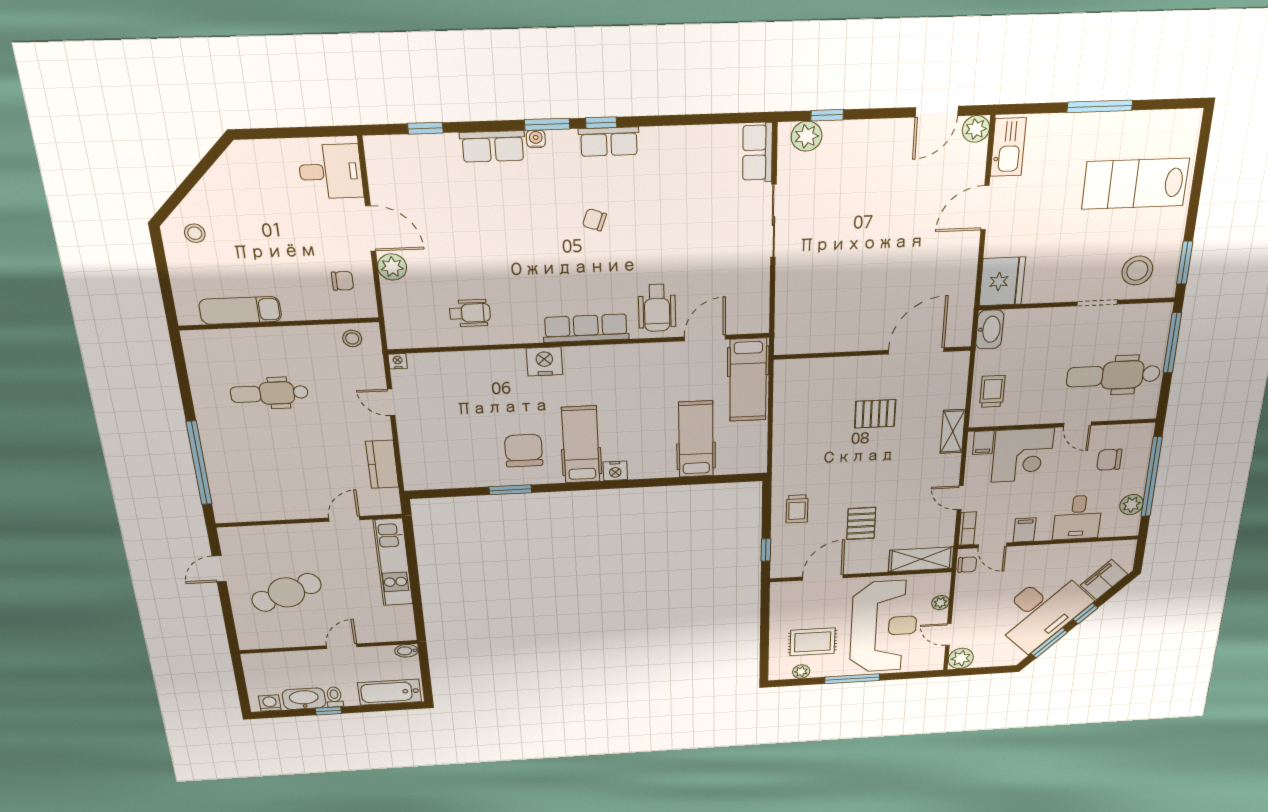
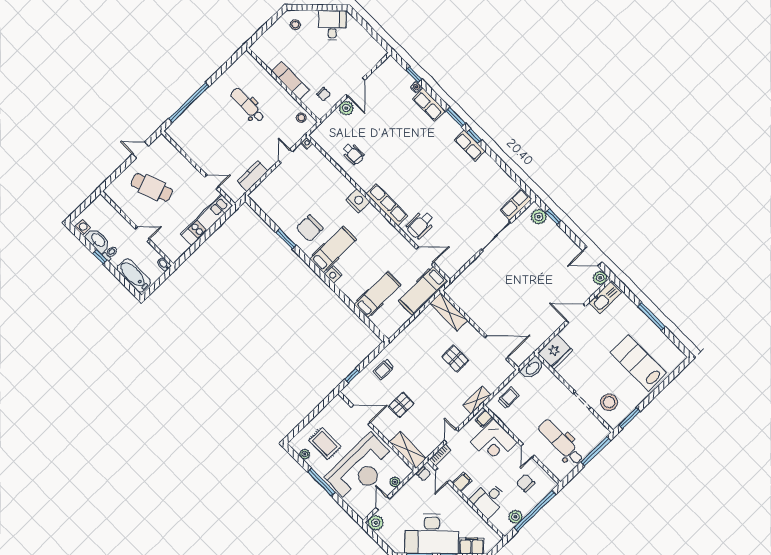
water cooler: (536, 139) -> (416, 87), moved
desk: (331, 172) -> (332, 25), moved, turned -135
chair: (594, 220) -> (434, 168), removed
exam couch: (240, 310) -> (291, 81), moved
shelving: (809, 371) -> (449, 312), added
chair: (524, 451) -> (310, 228), turned 180

